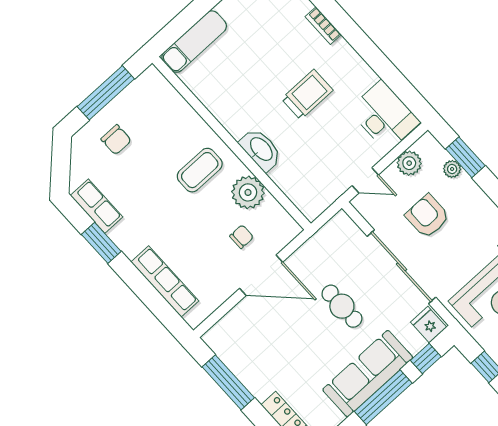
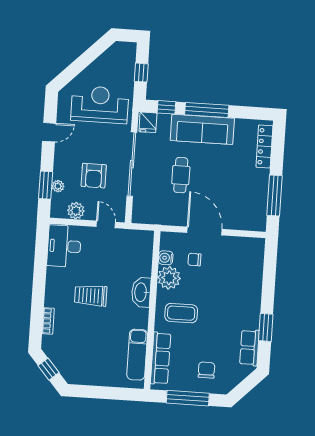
exam couch: (194, 42) -> (137, 355), moved, turned -90
water cooler: (272, 209) -> (166, 258), added
row of seats: (165, 281) -> (161, 358), moved, turned 180

